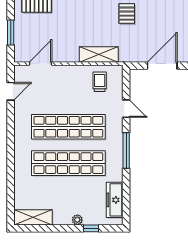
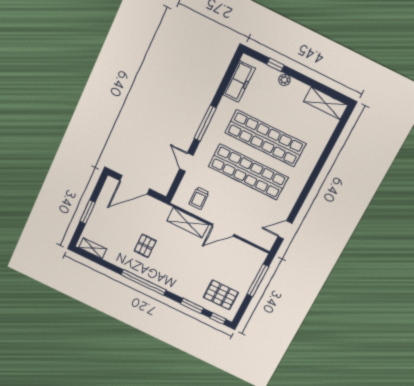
window: (11, 33) -> (258, 280), width x1.44
door: (40, 64) -> (223, 230), moved

